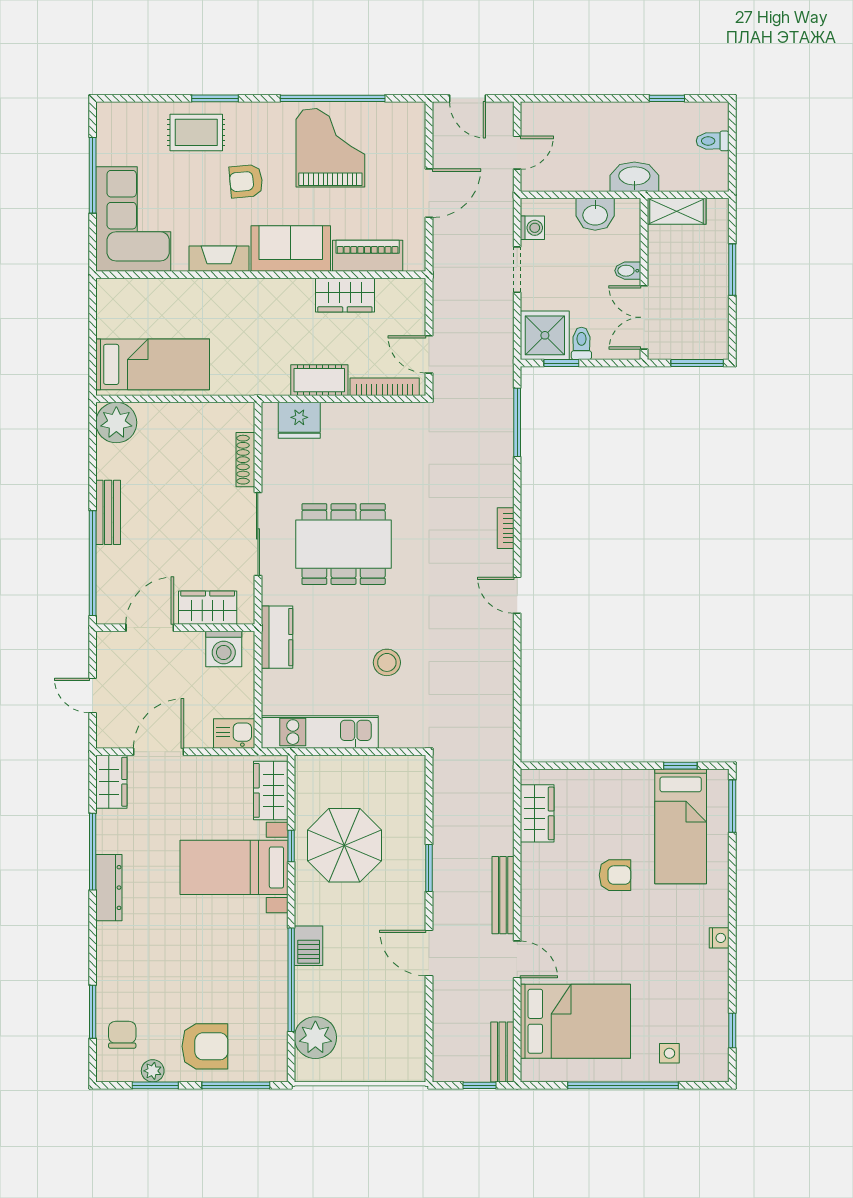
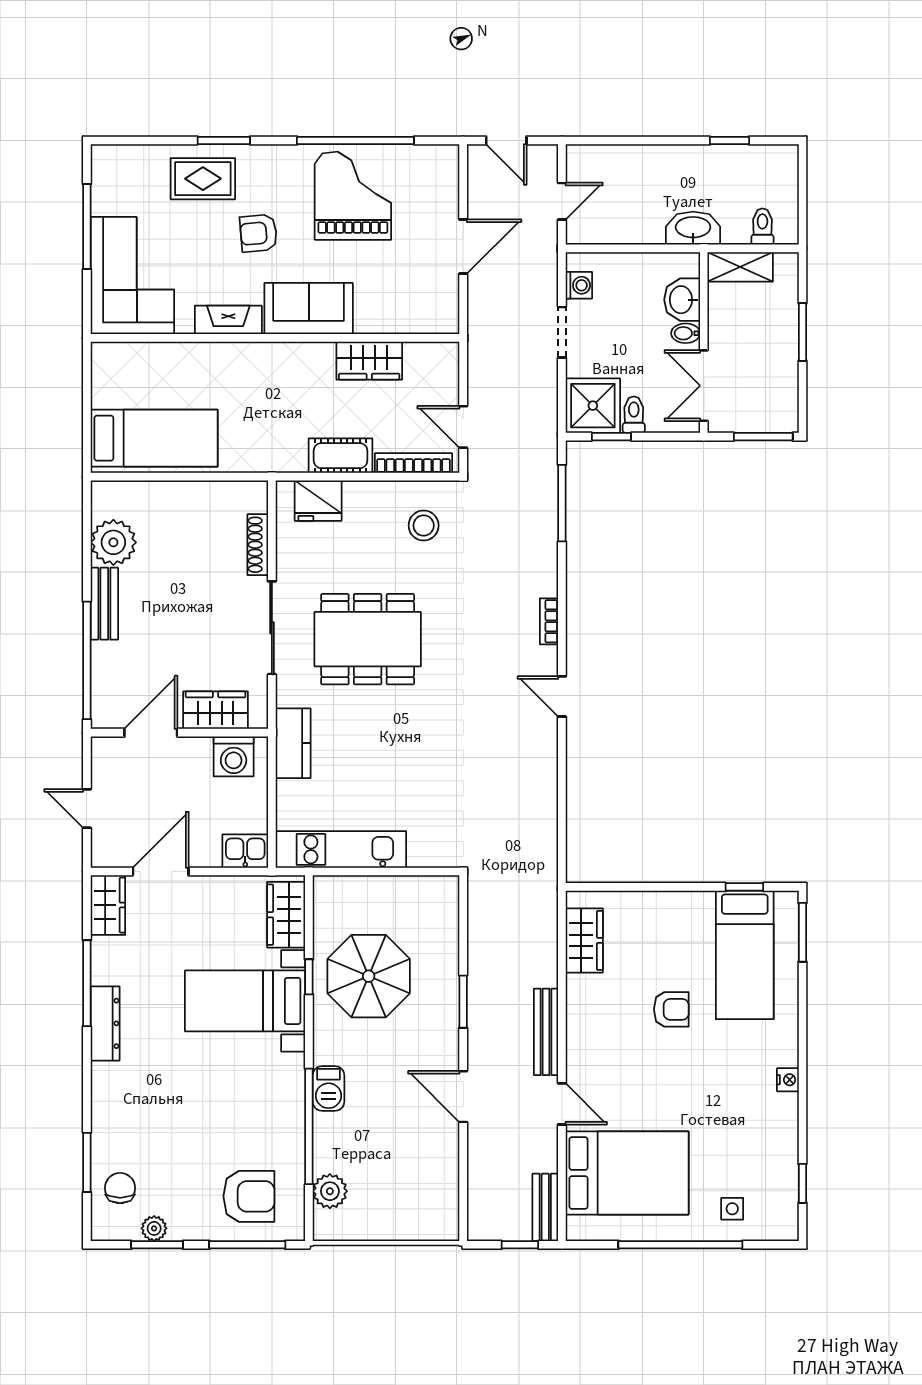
toilet: (713, 141) -> (762, 227), moved, turned 90
washbasin: (595, 214) -> (682, 300), moved, turned 90
piano: (368, 256) -> (394, 317), removed
plant: (116, 423) -> (113, 542), moved
stool: (387, 662) -> (424, 525), moved
plant: (315, 1038) -> (330, 1191), width x0.73, depth x0.73
armchair: (205, 1046) -> (249, 1196), moved

